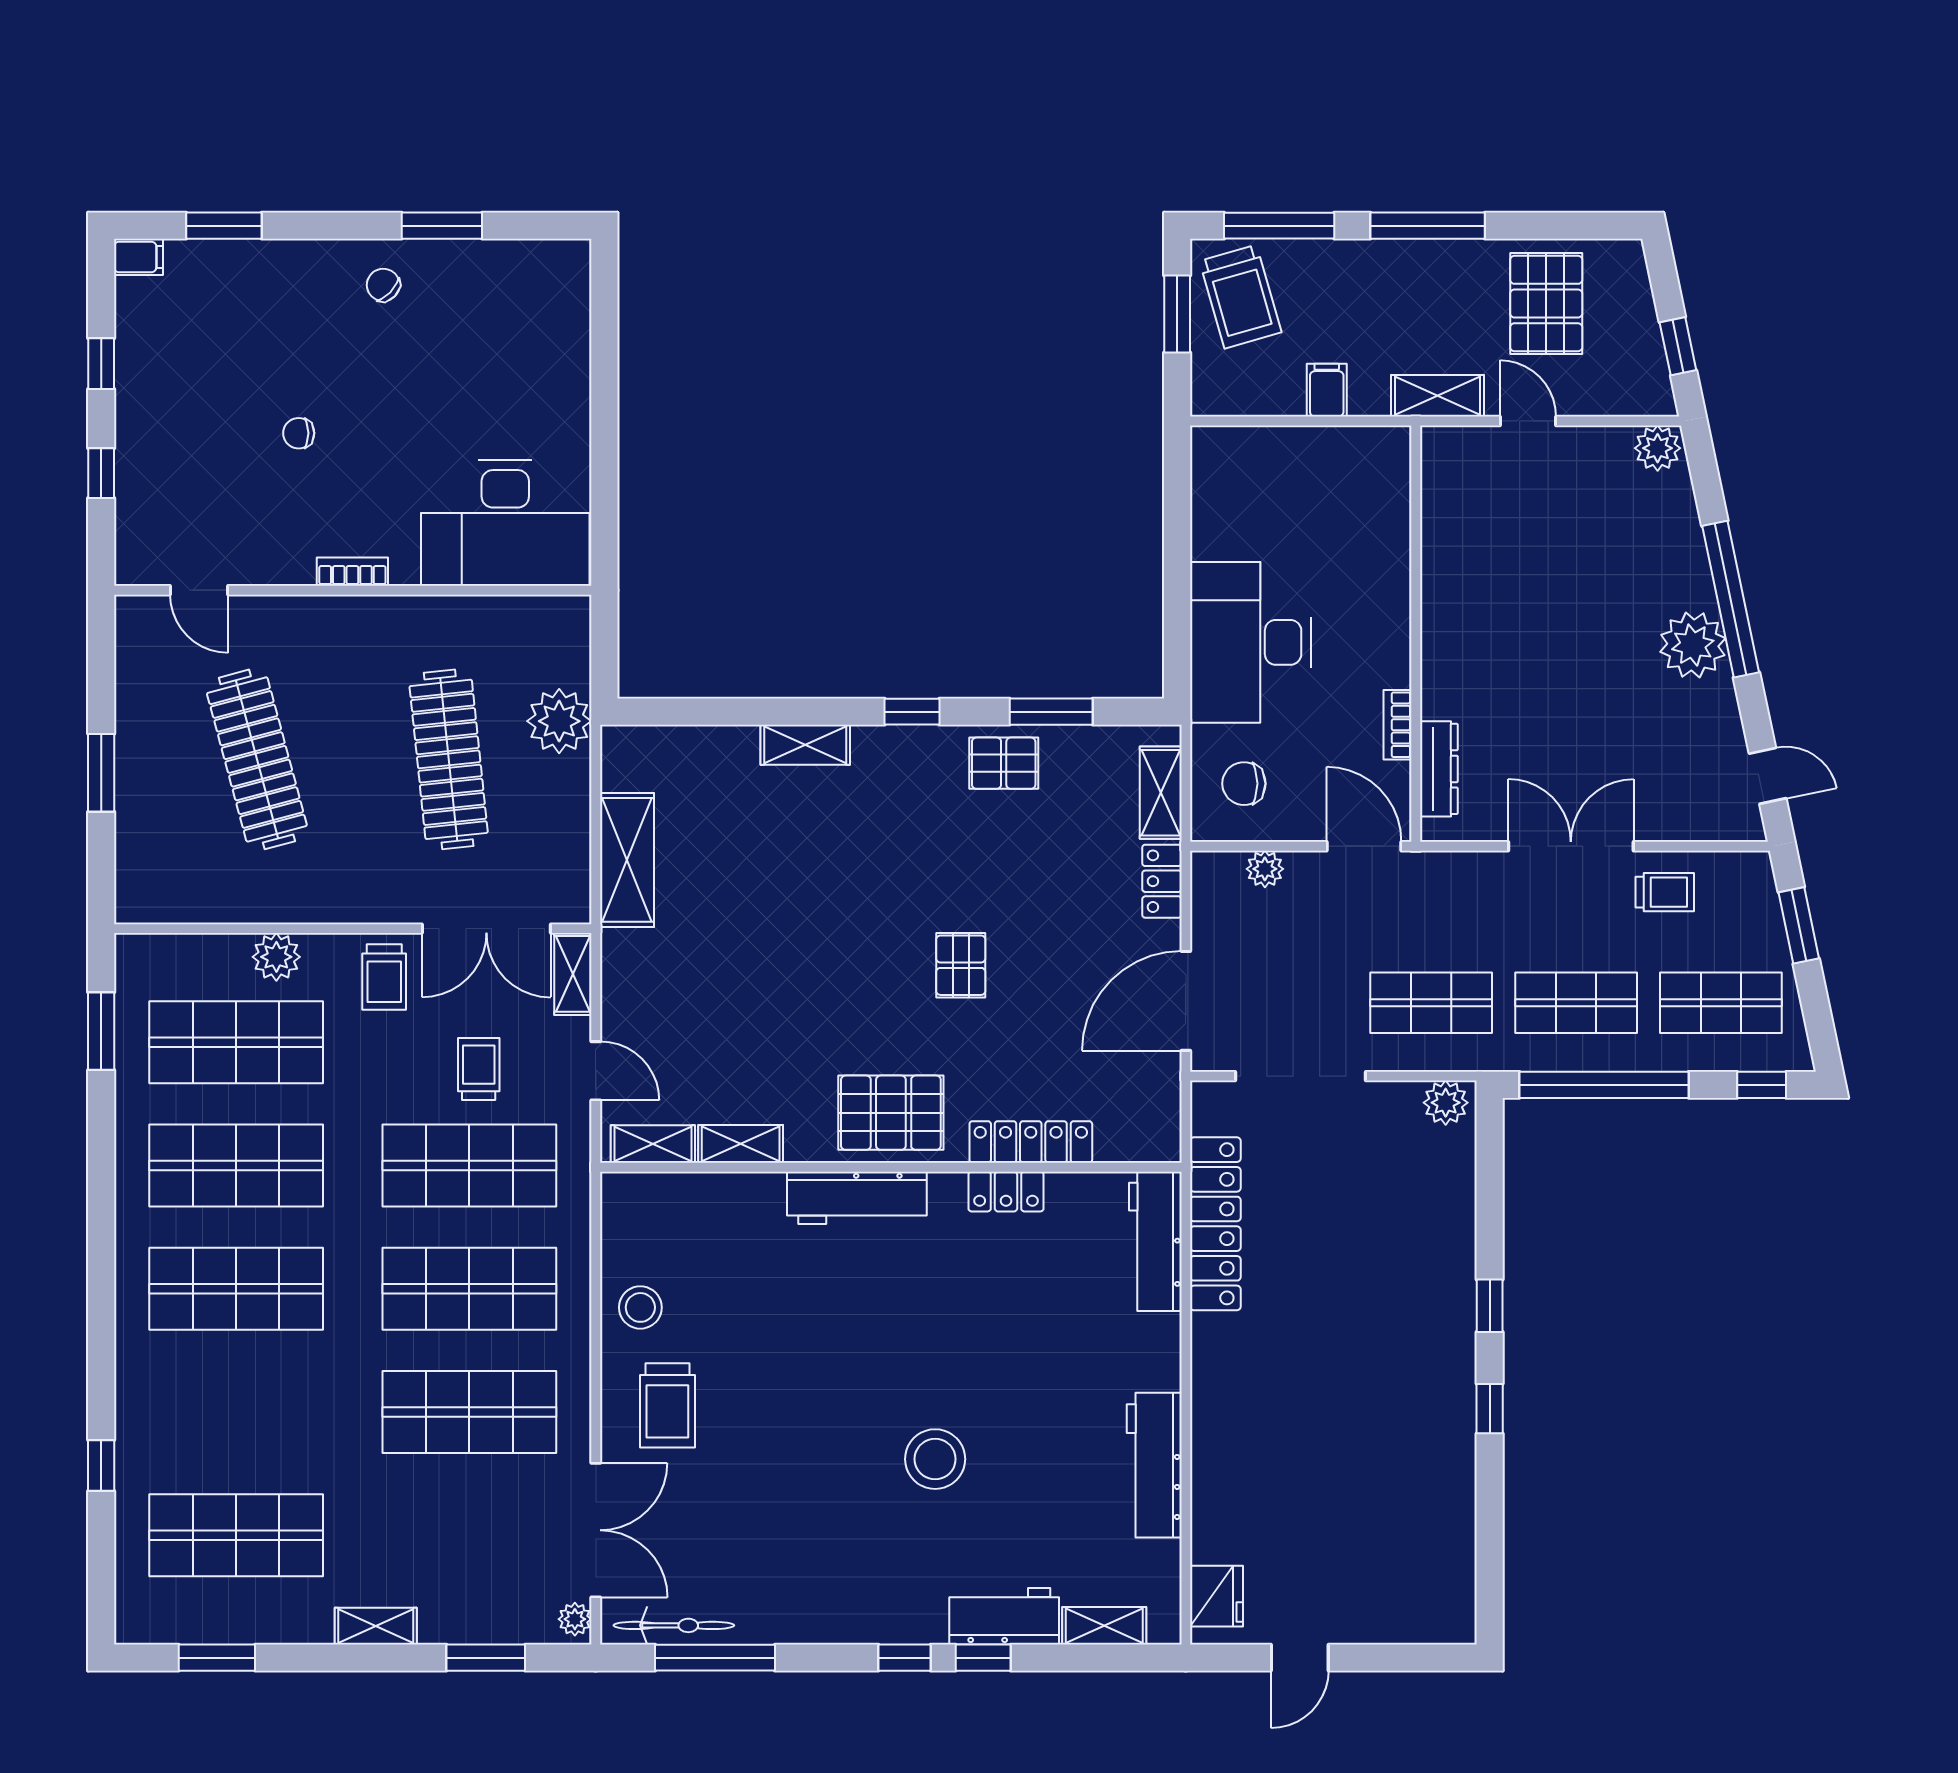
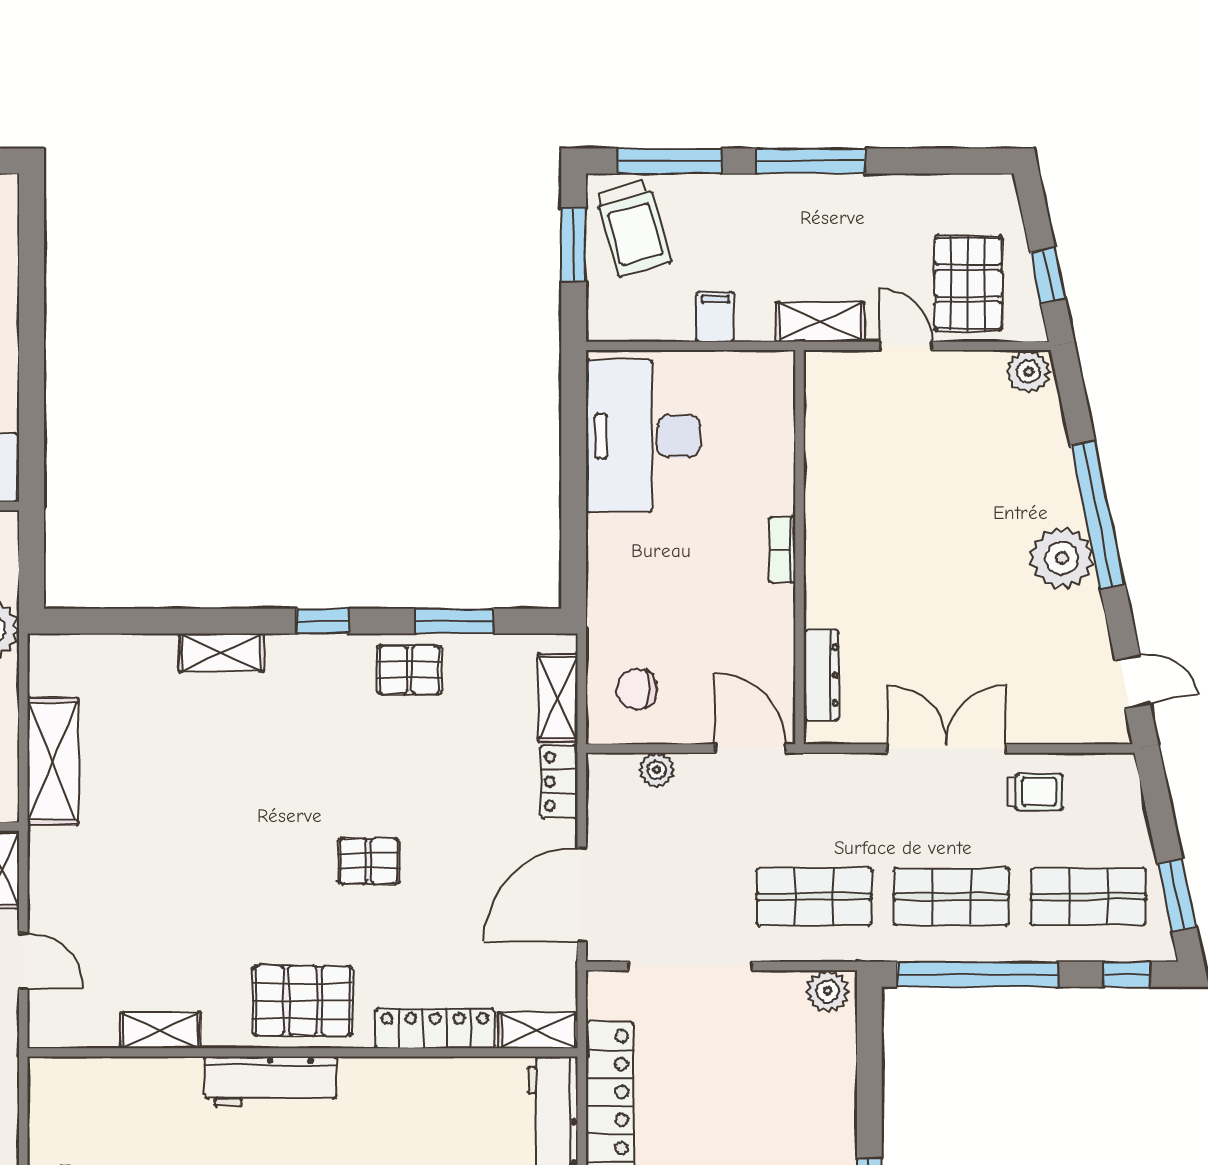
pallet: (1546, 304) -> (968, 283), moved
desk: (1250, 642) -> (643, 436), moved
bookcase: (1398, 725) -> (782, 550), moved
window: (1799, 925) -> (1177, 895), moved
pallet: (961, 965) -> (369, 861), turned 90
shelving: (653, 1144) -> (538, 1030), moved
locker: (1006, 1192) -> (412, 1075), removed

